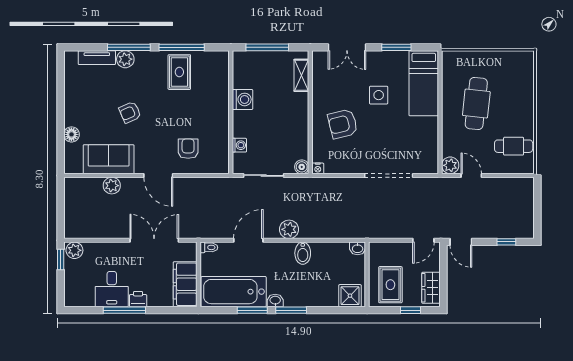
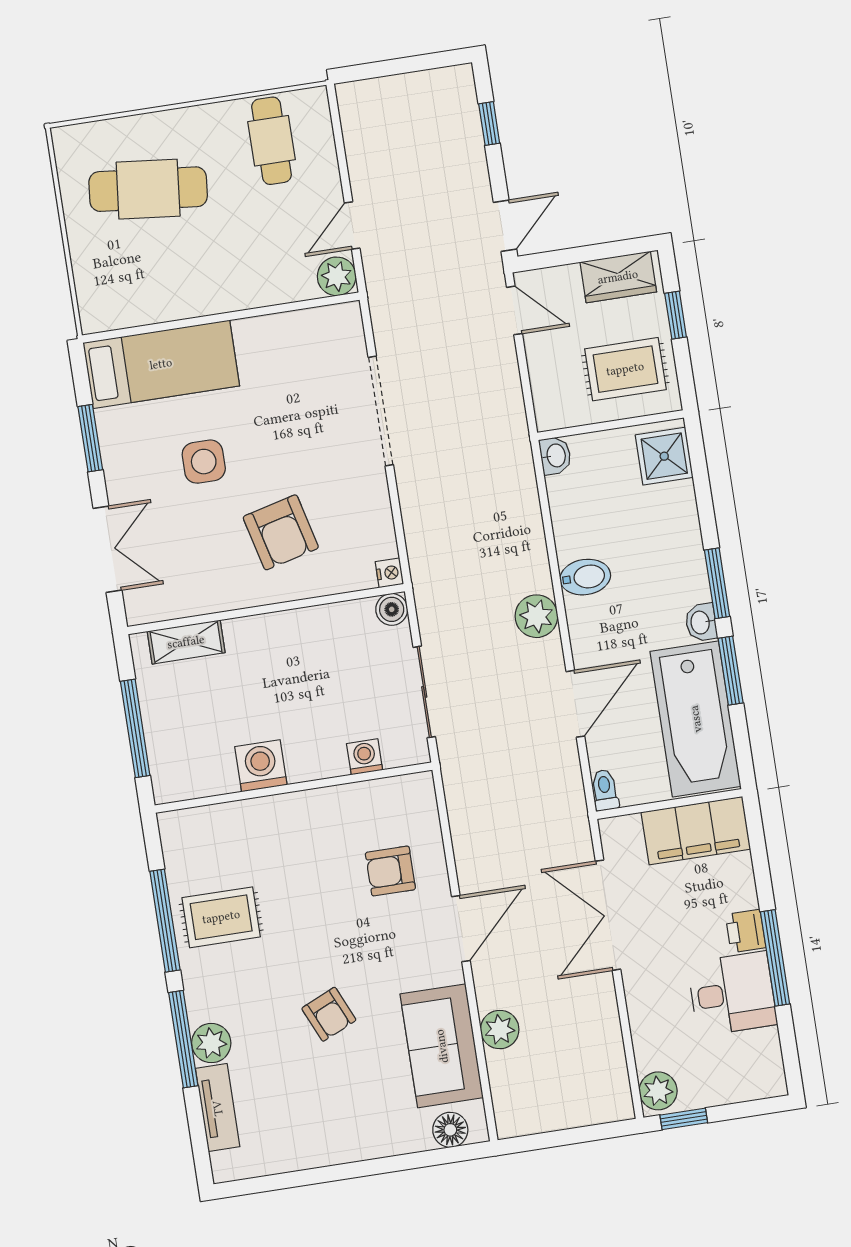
cafe table: (476, 104) -> (148, 189), moved
floor lamp: (71, 134) -> (450, 1130), moved
door: (248, 240) -> (575, 704), swing flipped

